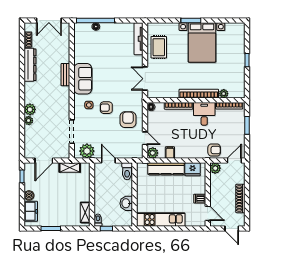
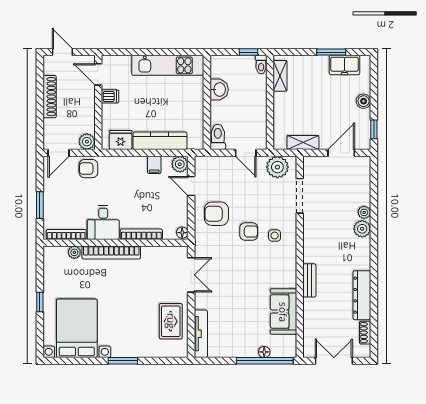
bed with nightstands: (202, 42) -> (77, 328), moved
sofa: (83, 79) -> (283, 312), moved
armchair: (128, 120) -> (216, 214), turned 90
freezer: (31, 211) -> (345, 65), moved, turned -90

